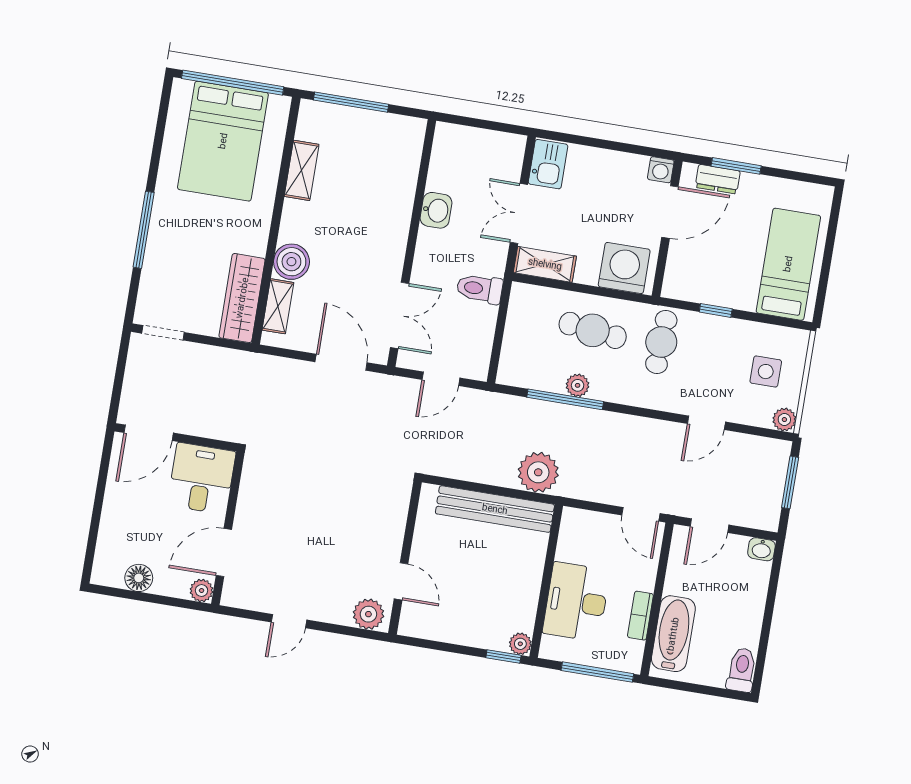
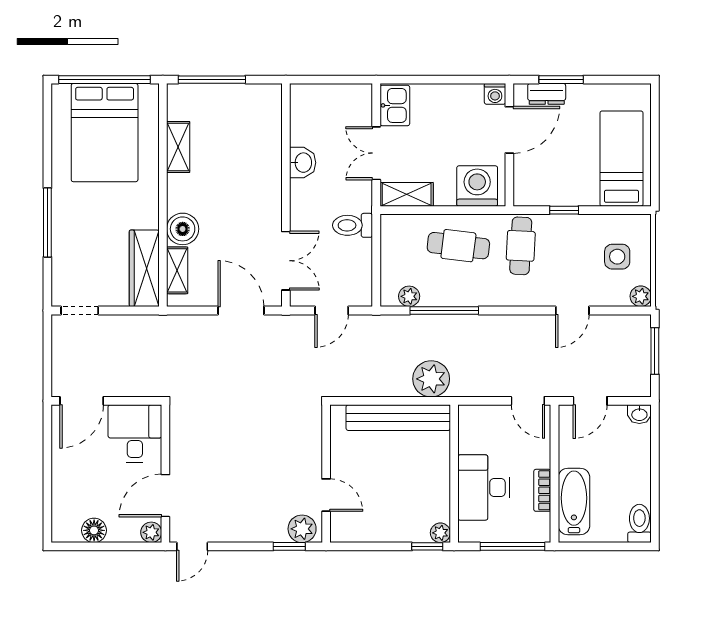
plant: (578, 385) -> (409, 296), moved
door: (289, 621) -> (192, 546), moved
window: (351, 631) -> (289, 546), added

